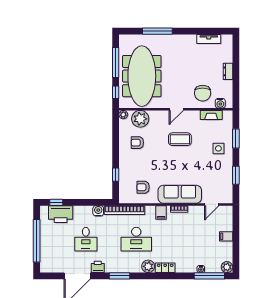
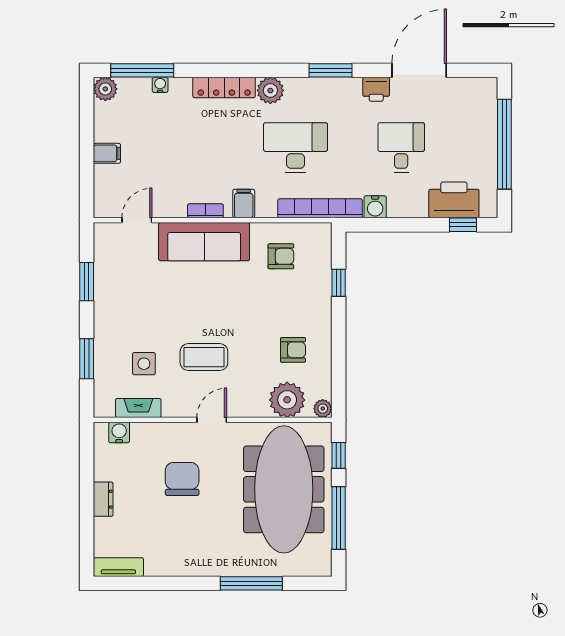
tv unit: (209, 39) -> (118, 567), moved
chair: (203, 93) -> (182, 479), moved
side table: (218, 148) -> (144, 364), moved
locker: (165, 268) -> (224, 87), width x1.53

